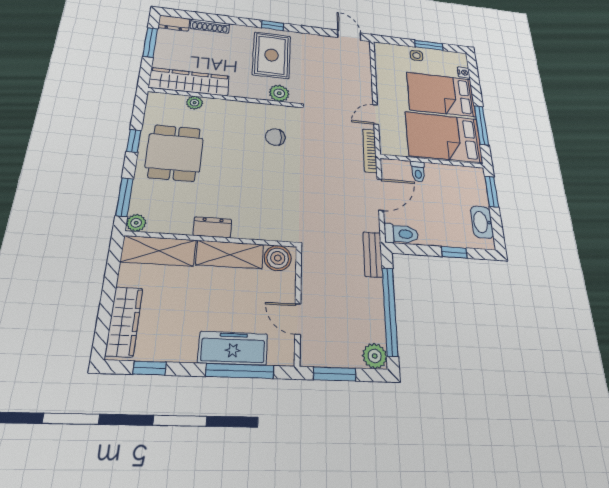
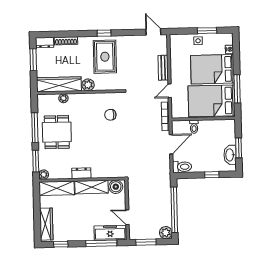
plant: (279, 93) -> (88, 85), moved
window: (134, 141) -> (35, 128), width x2.17
window: (492, 191) -> (239, 148), moved
bench: (373, 254) -> (163, 68), moved
freezer: (233, 348) -> (110, 233), moved

